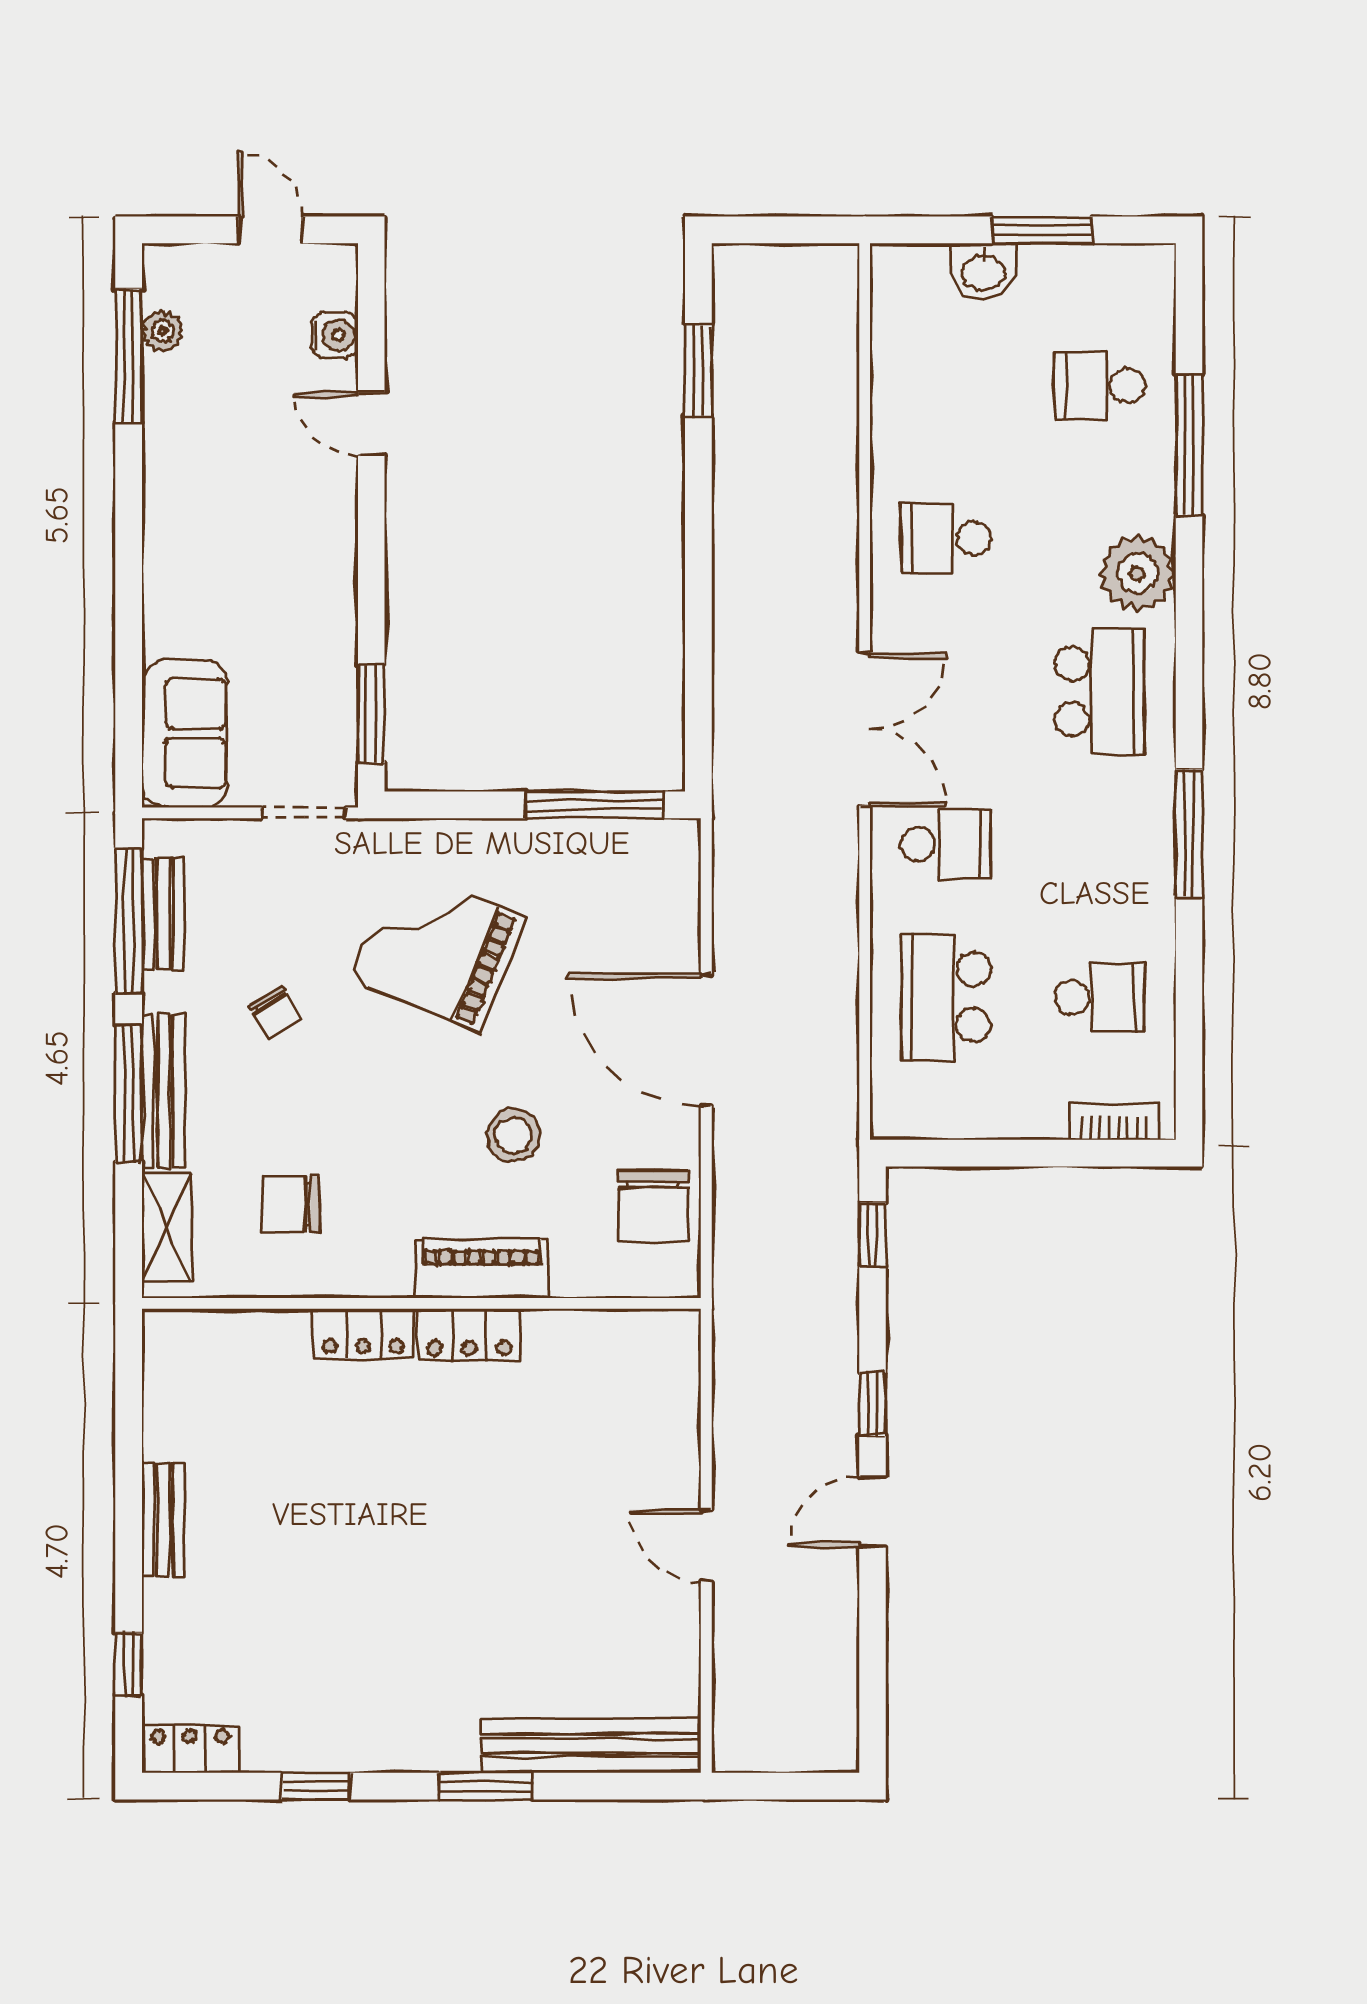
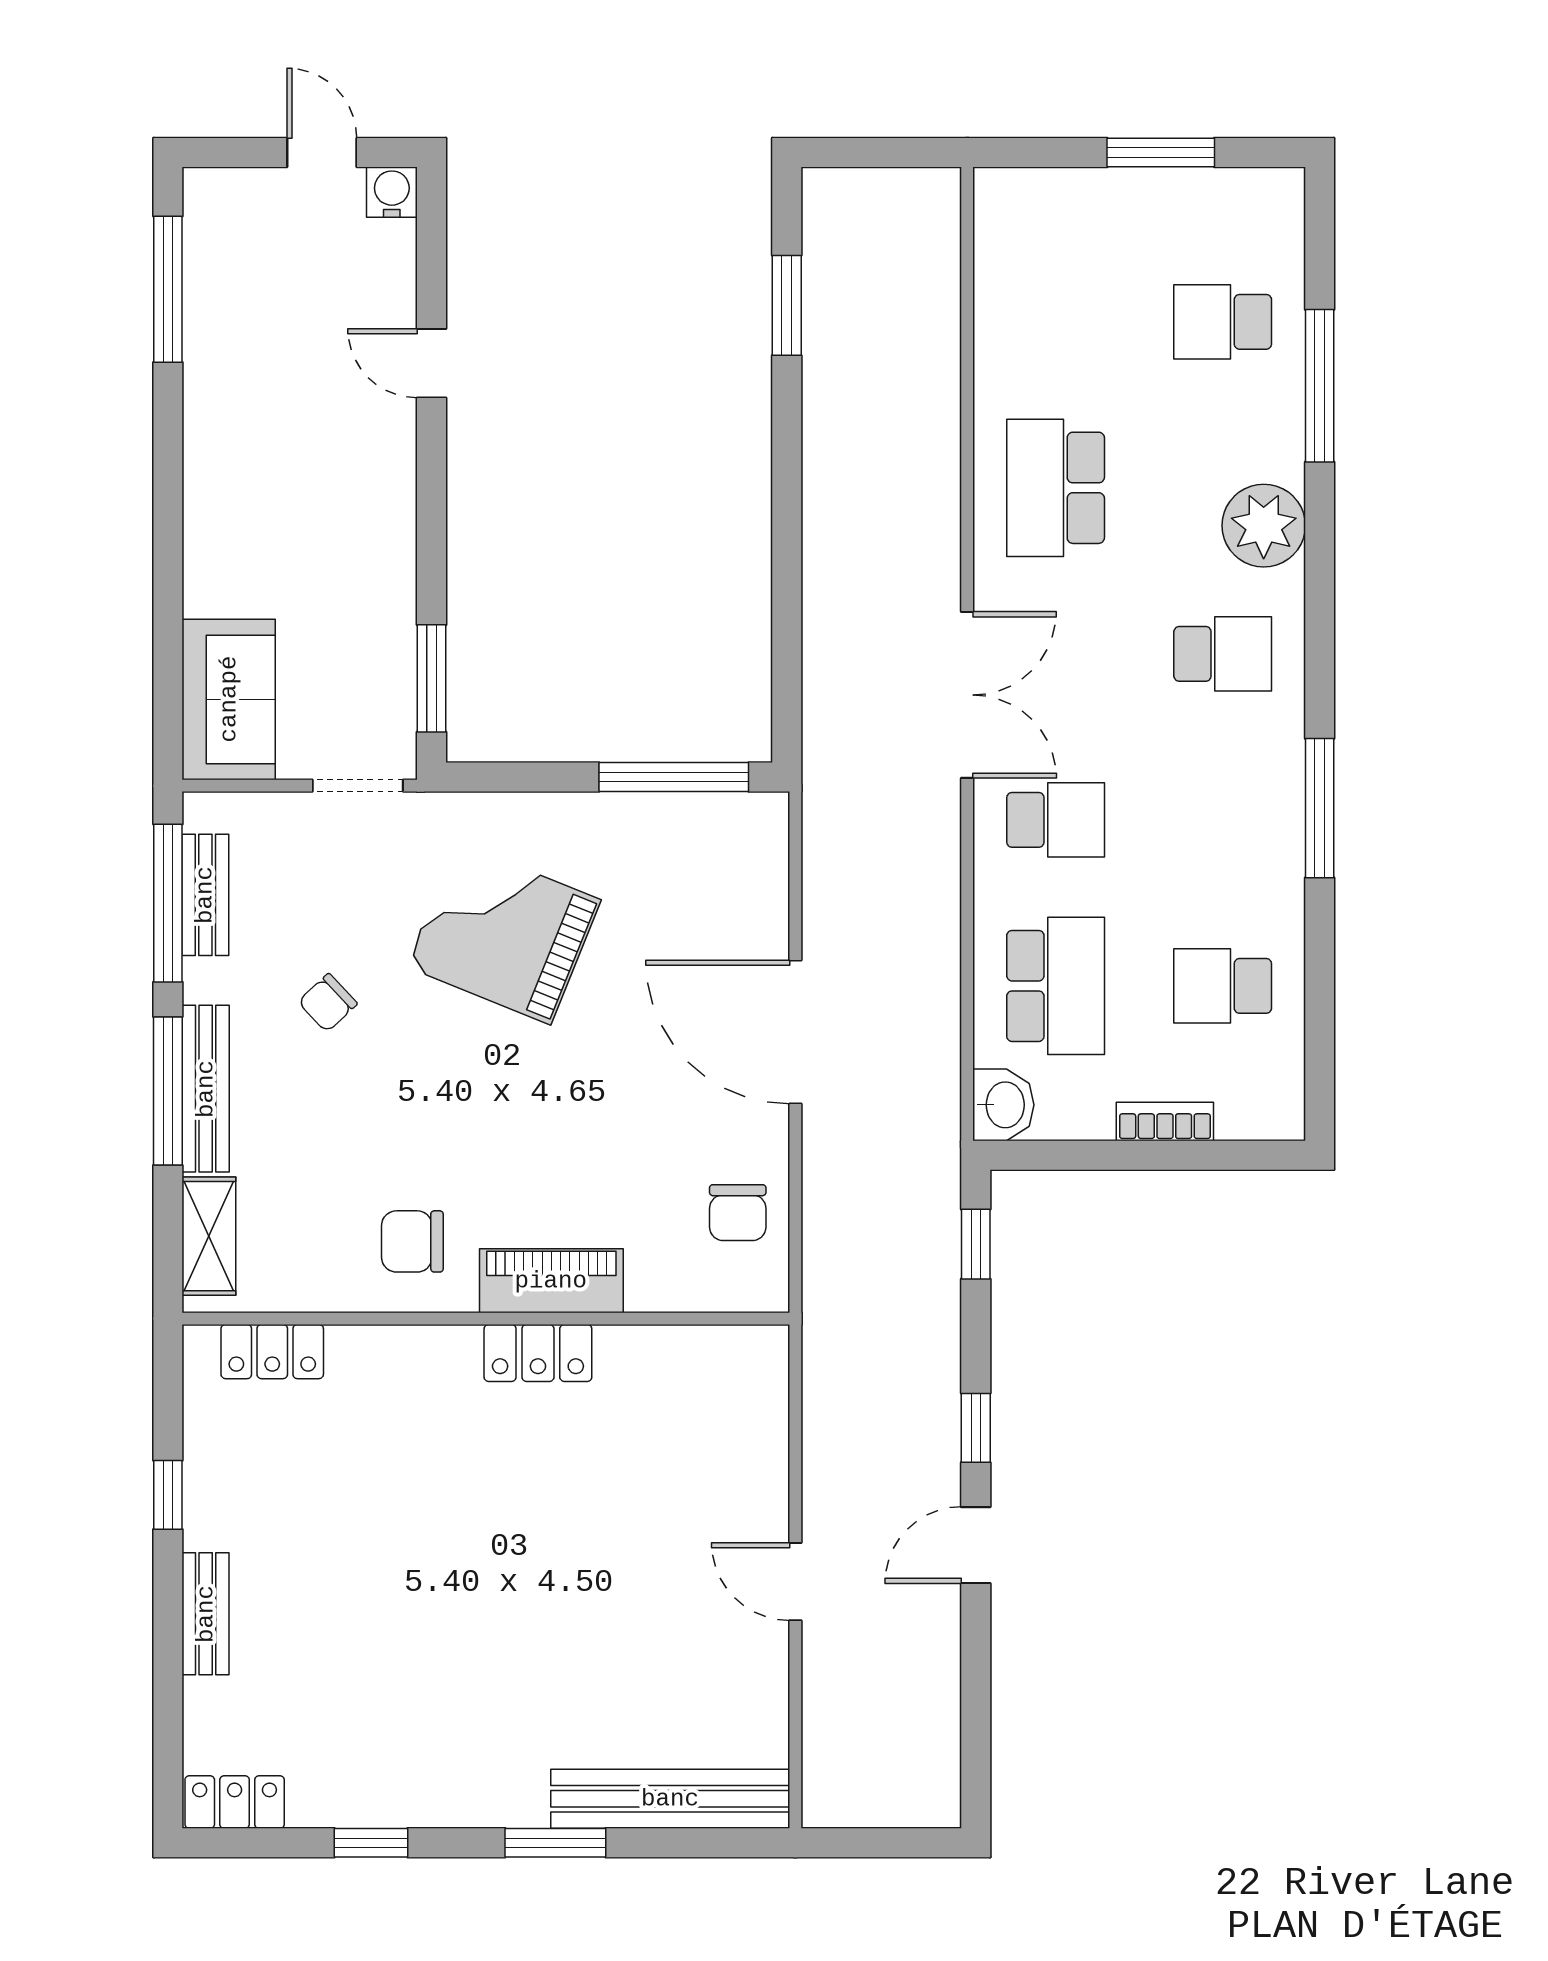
washbasin: (984, 271) -> (1003, 1105), moved, turned -90
plant: (163, 331) -> (205, 262), removed
water cooler: (335, 335) -> (392, 192), moved, turned -90
school desk: (946, 539) -> (1056, 488), width x1.85
school desk: (1100, 691) -> (1223, 654), width x0.54
school desk: (946, 997) -> (1056, 986), turned 180
school desk: (1100, 997) -> (1223, 986), turned 180
chair: (276, 1013) -> (328, 1003), turned 79
bookcase: (1114, 1122) -> (1165, 1121), moved
stool: (513, 1135) -> (586, 1136), removed
chair: (291, 1205) -> (412, 1241), moved
chair: (653, 1206) -> (738, 1213), width x0.73, depth x0.73
locker: (363, 1334) -> (272, 1352), moved
bench: (163, 1519) -> (206, 1614), moved
window: (129, 1664) -> (168, 1495), moved

